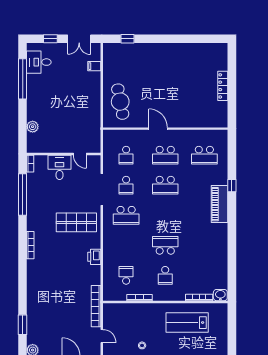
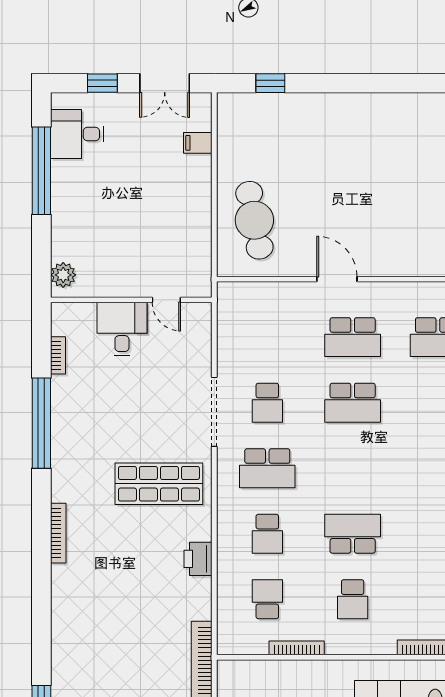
wall: (64, 154) -> (131, 300), moved
door: (80, 154) -> (166, 300), moved
school desk: (126, 155) -> (267, 534), moved
desk: (59, 167) -> (122, 329), moved

